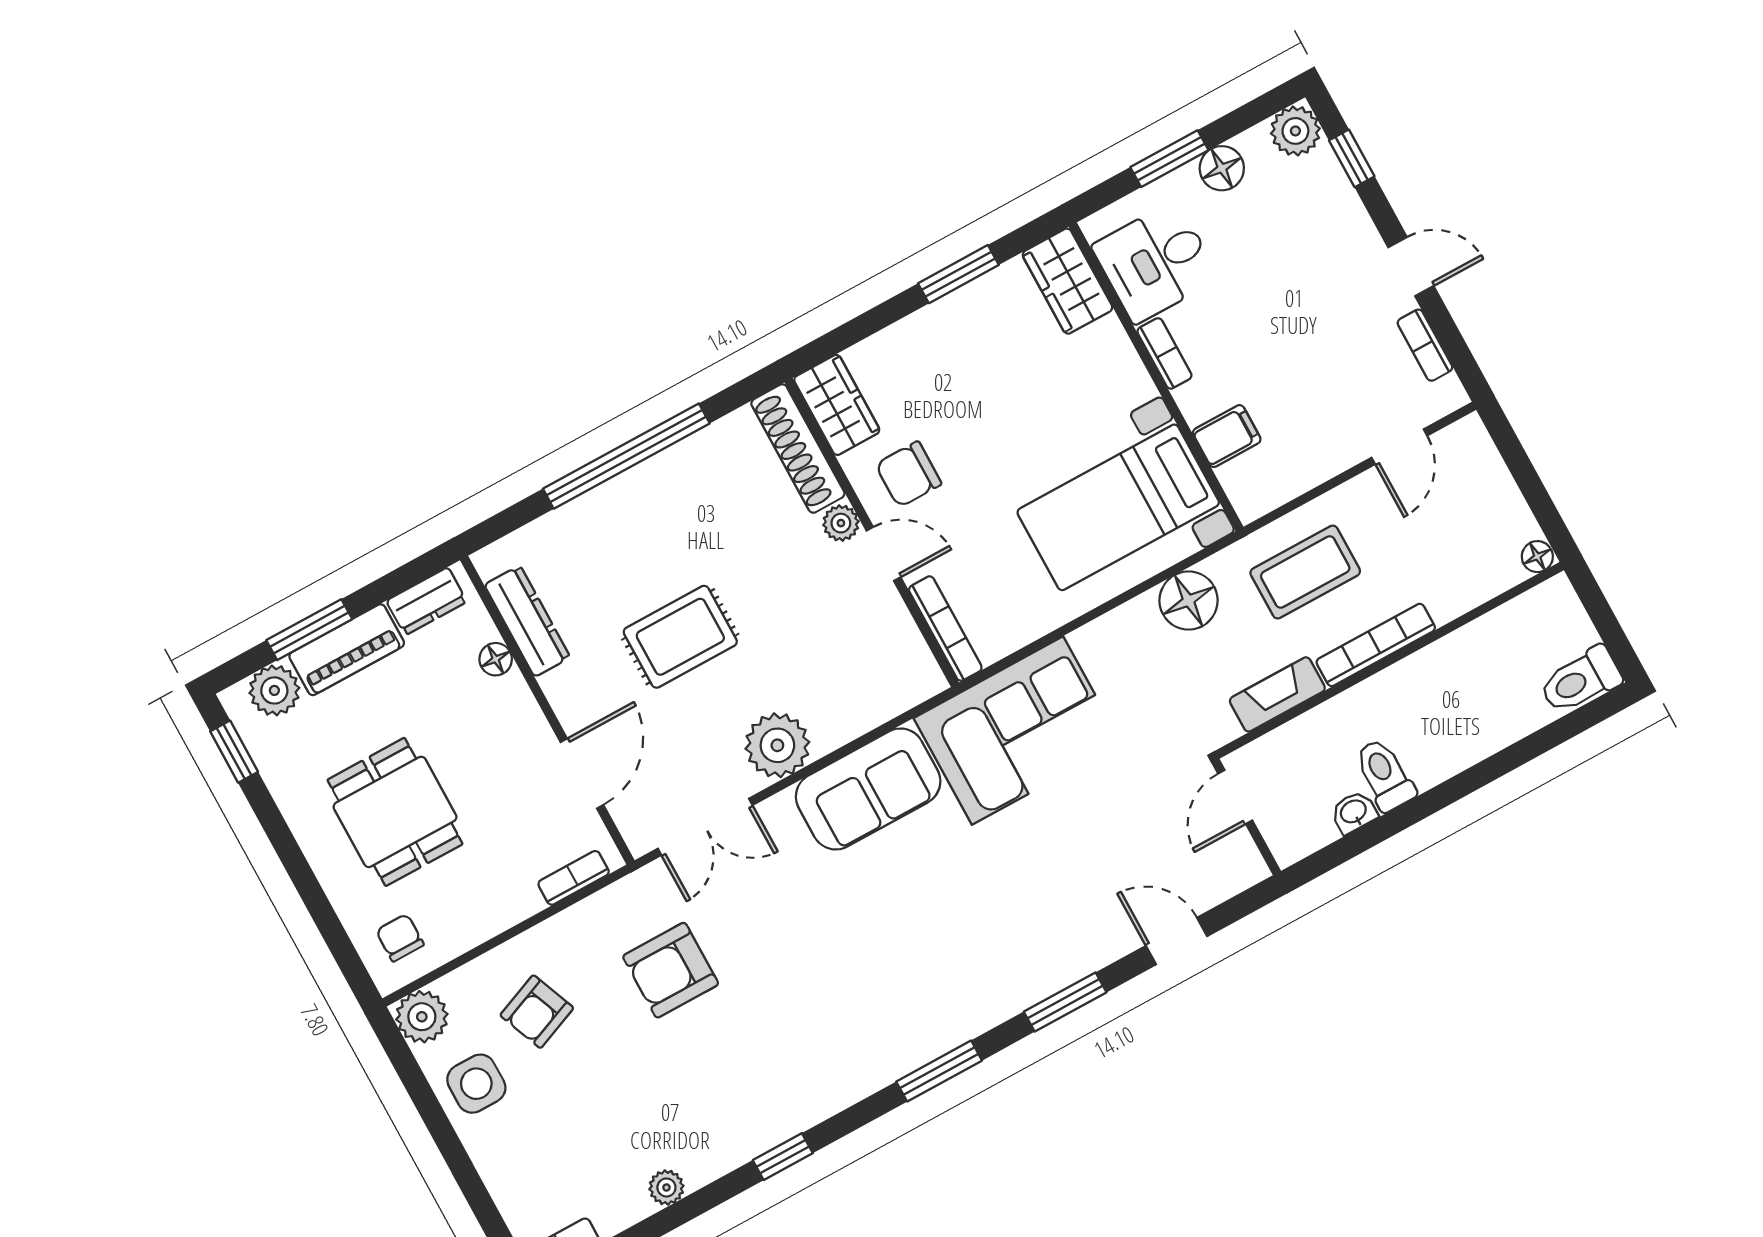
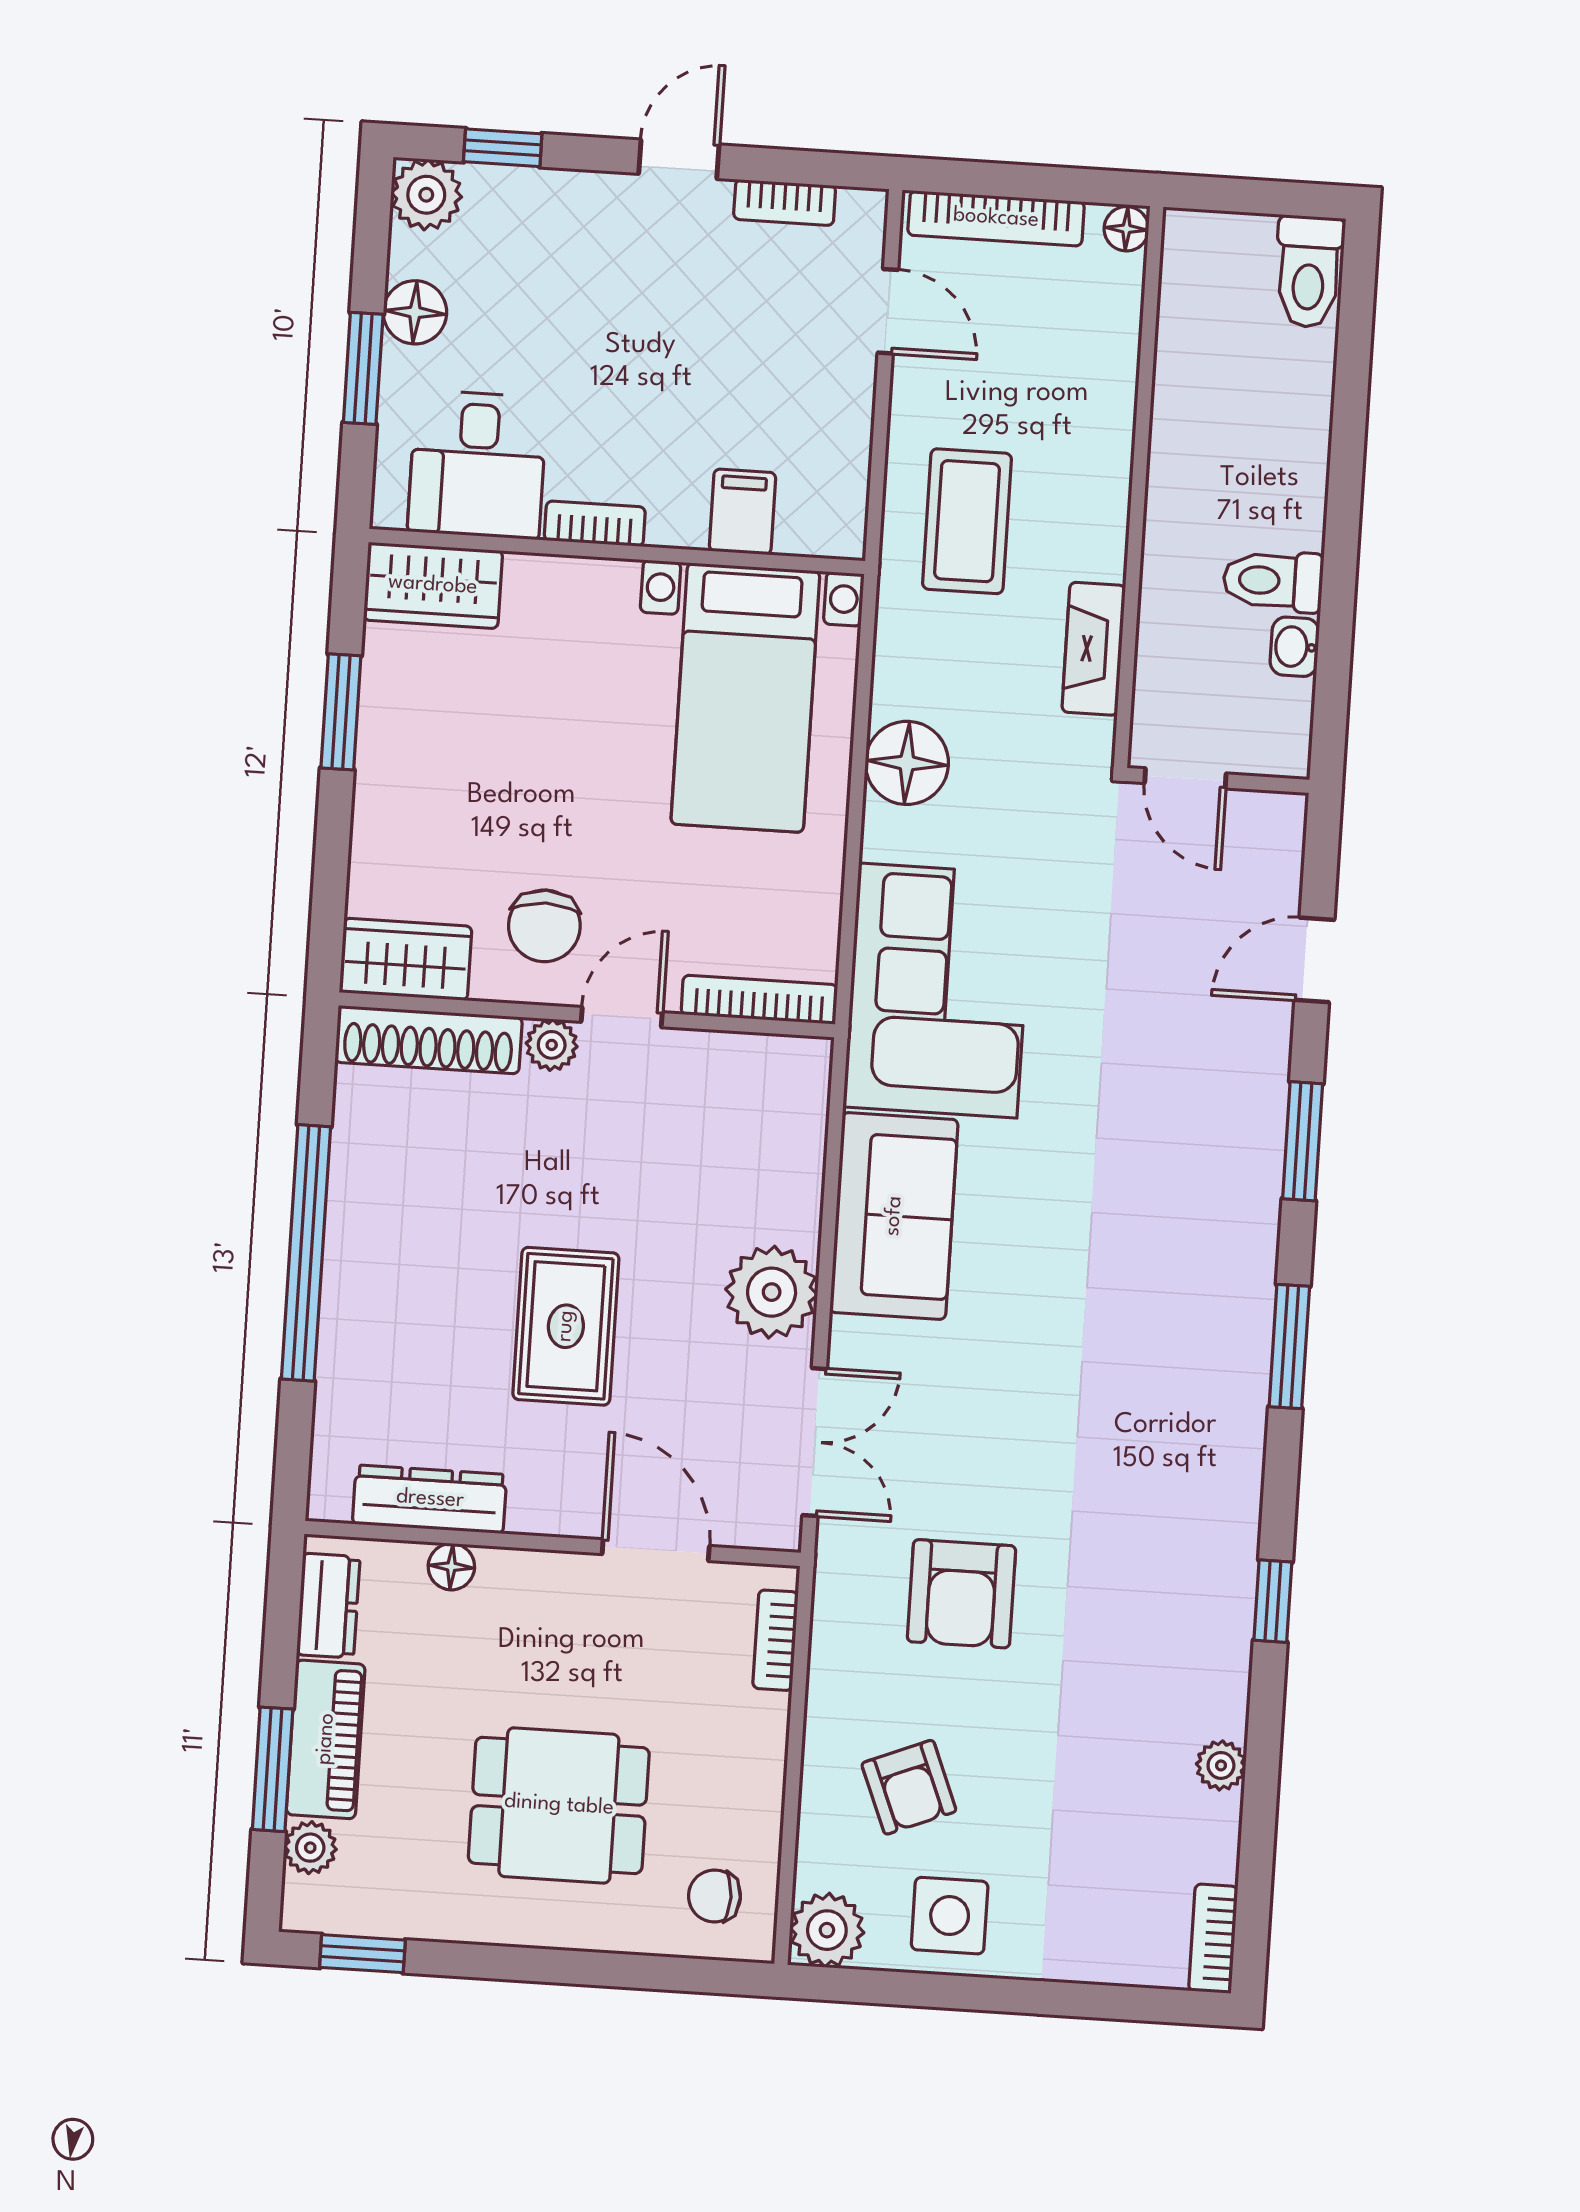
floor lamp: (1189, 601) -> (907, 763), moved
bookcase: (1376, 645) -> (996, 218), moved, turned -90
plant: (274, 690) -> (310, 1848), width x0.73, depth x0.73

